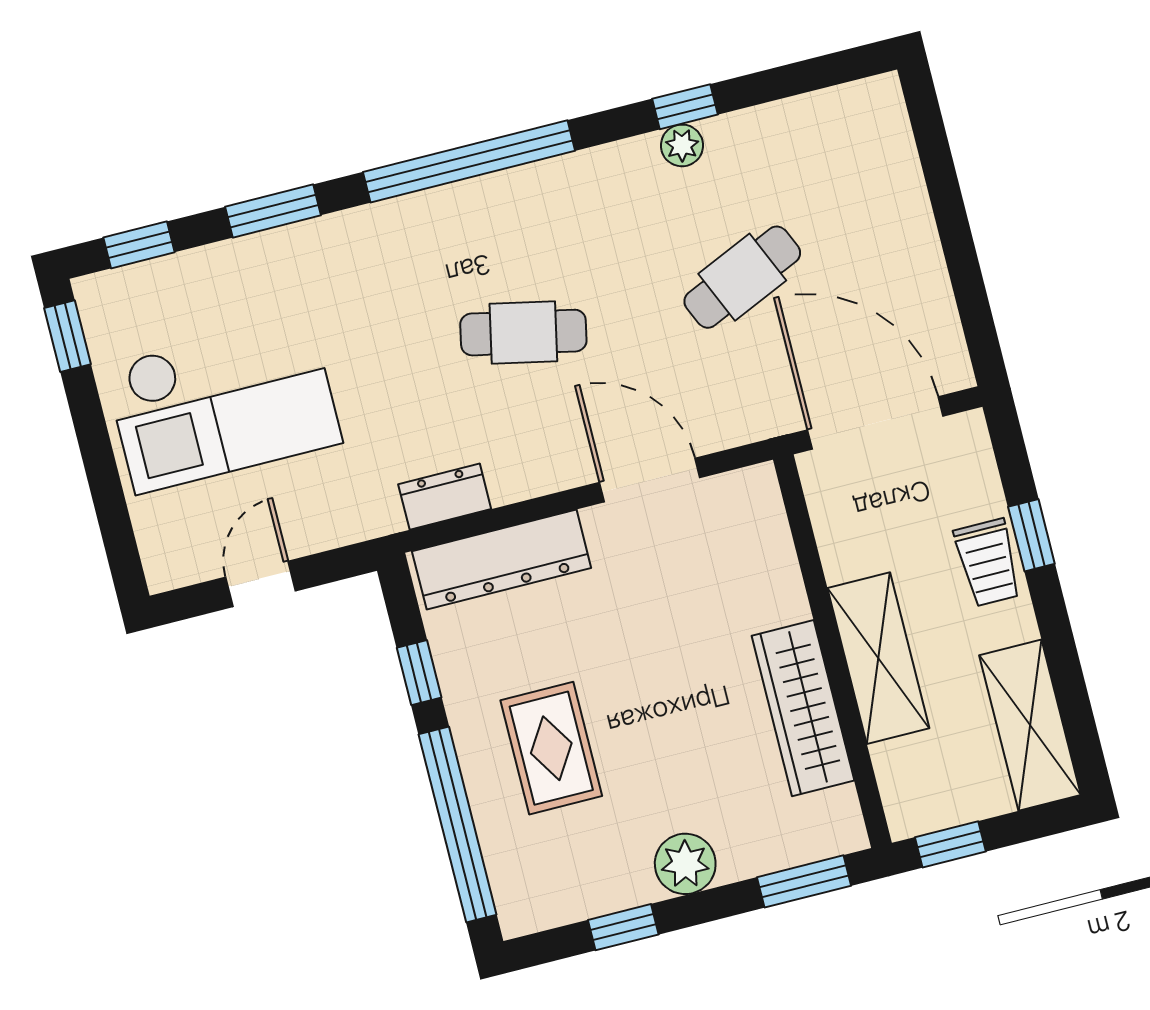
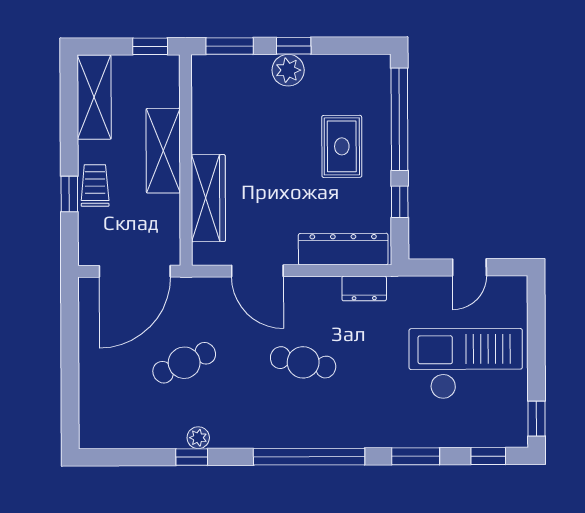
door: (875, 423) -> (135, 271), hinge flipped
wardrobe: (803, 708) -> (208, 198), moved
window: (623, 927) -> (294, 46), moved

